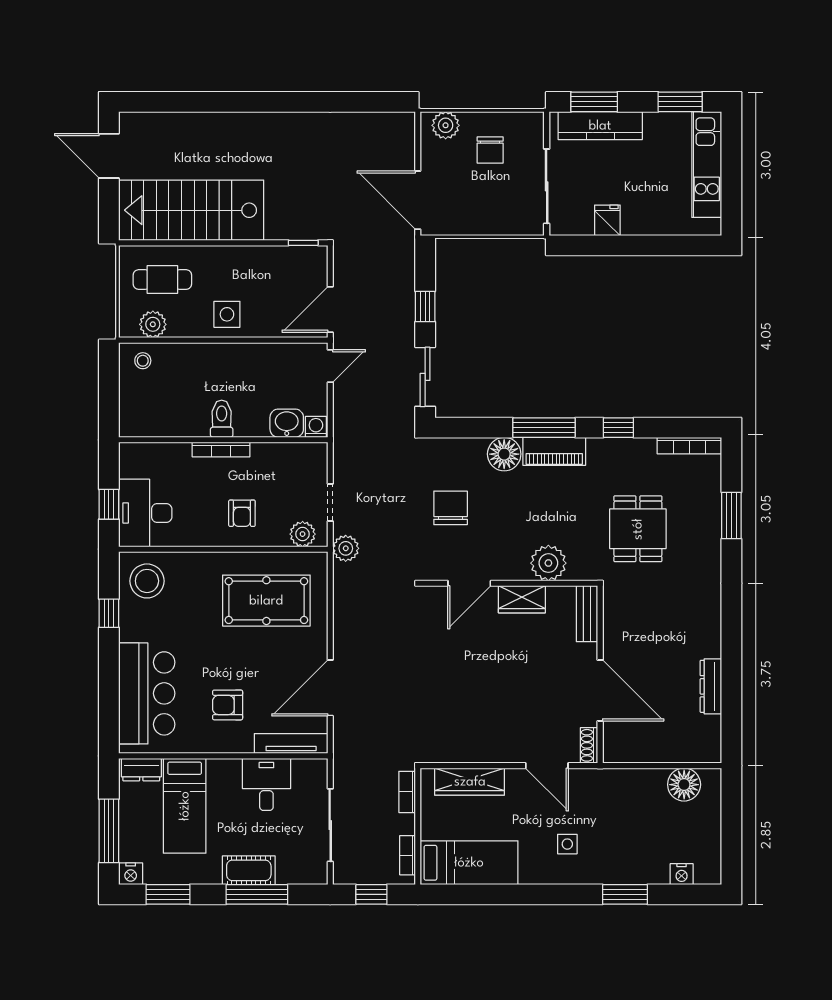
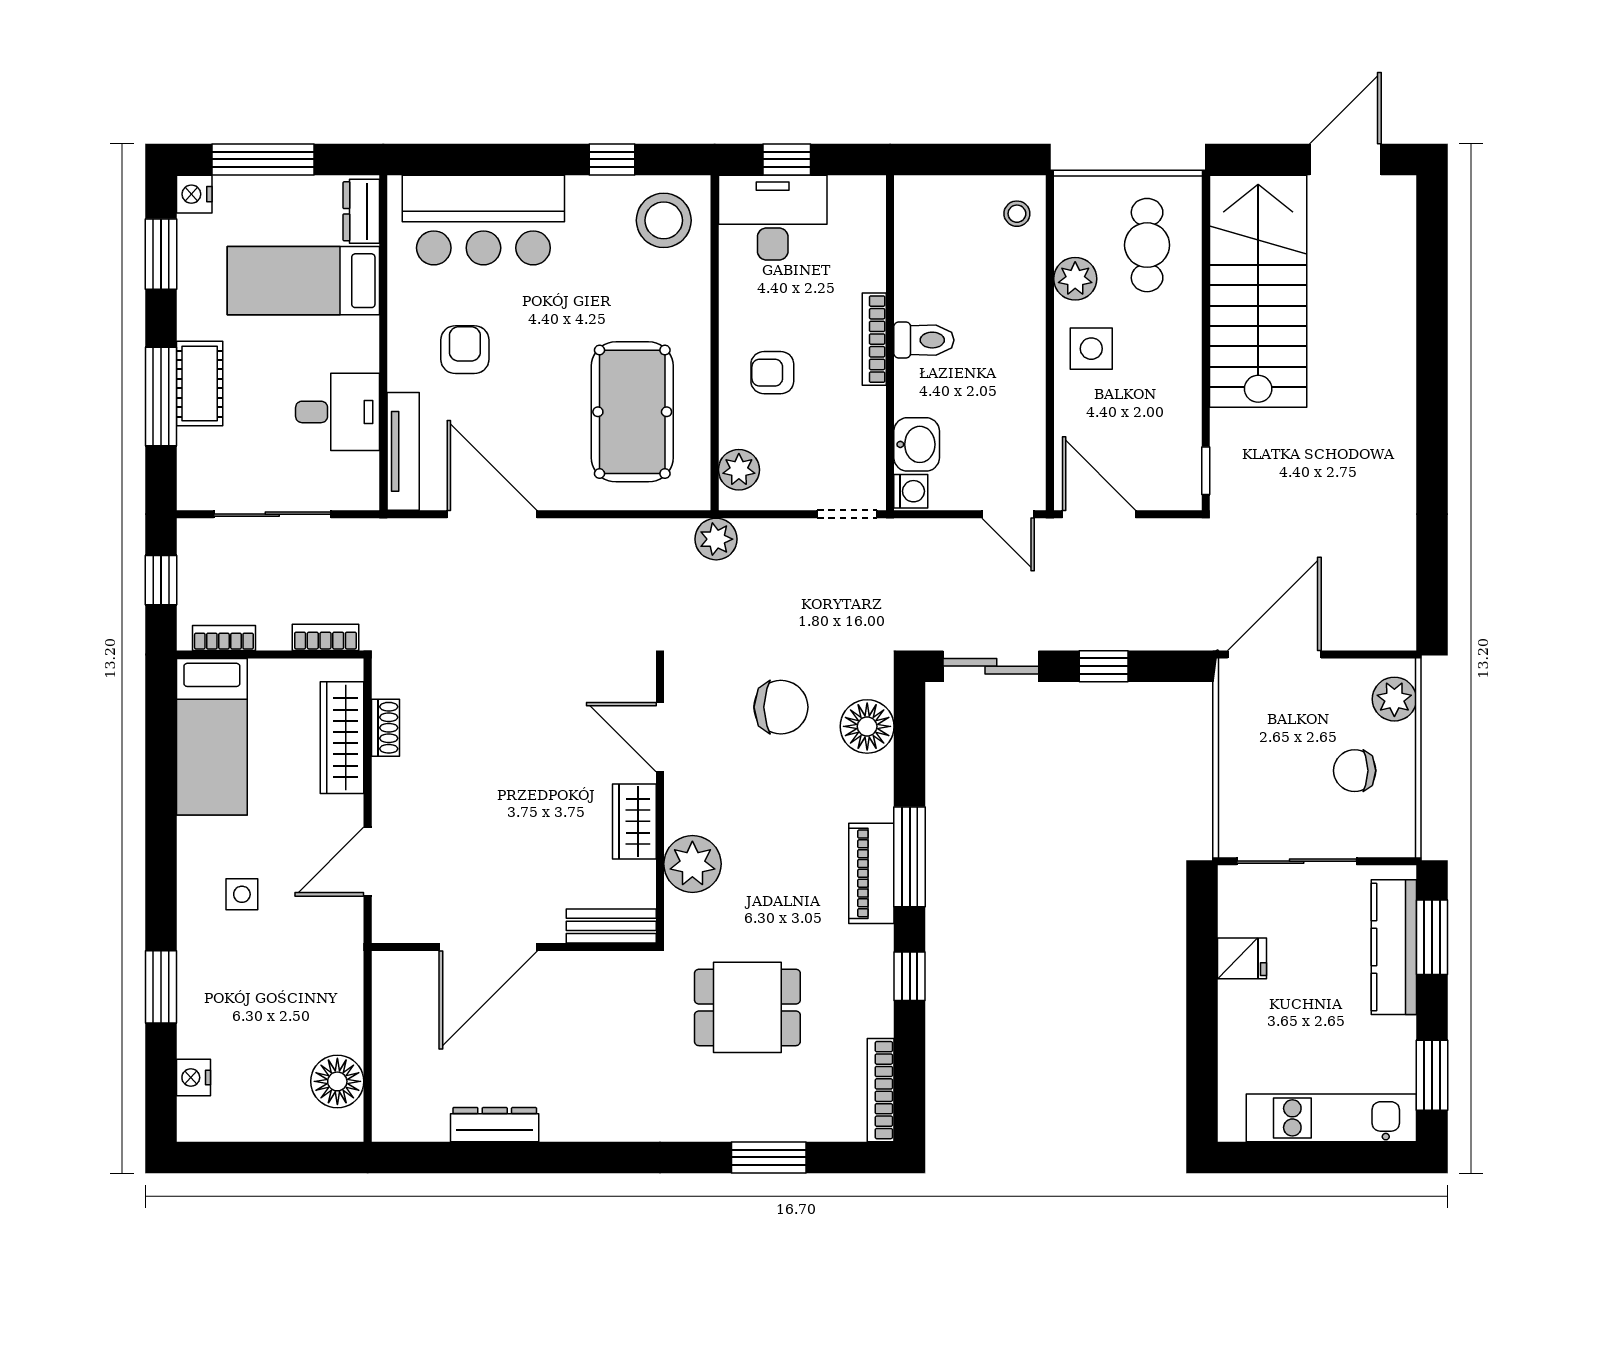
plant: (153, 324) -> (1075, 279), moved
floor lamp: (504, 454) -> (867, 726), moved
doorway: (330, 503) -> (847, 514), moved
shoe rack: (589, 745) -> (385, 728), moved, turned 90

